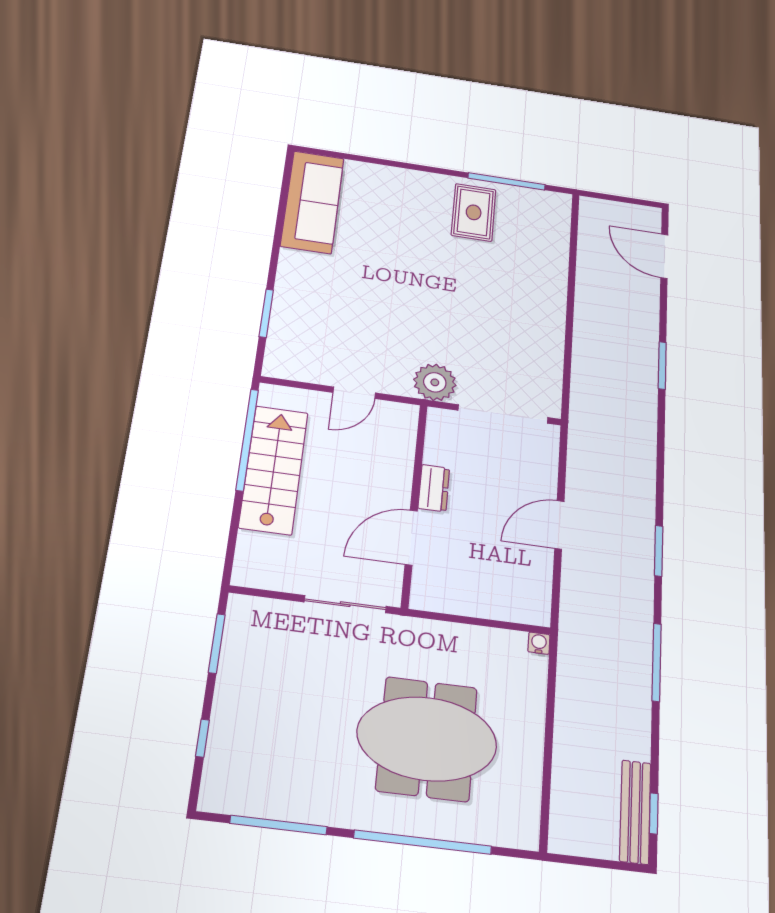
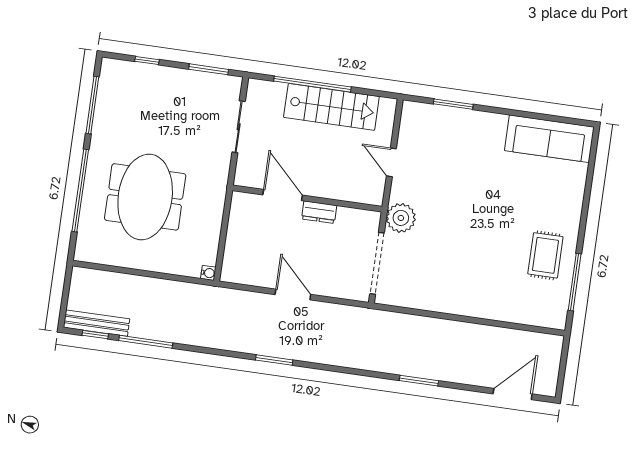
rug: (474, 212) -> (545, 255), turned 90
window: (247, 440) -> (312, 84), moved
sliding door: (345, 604) -> (239, 127), moved
window: (657, 662) -> (146, 342), moved

